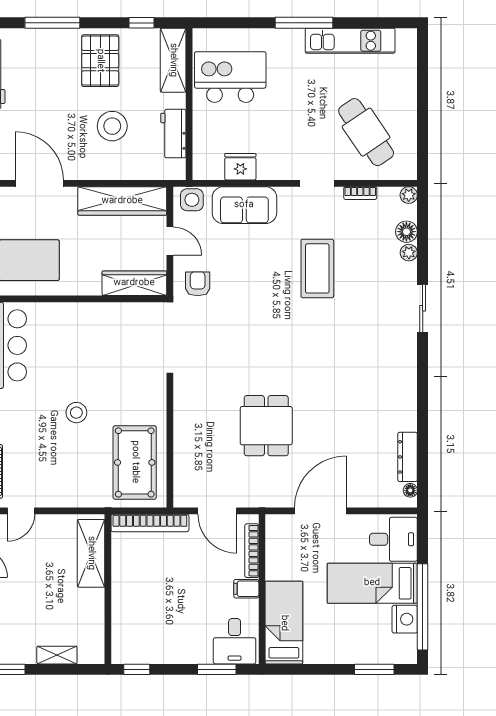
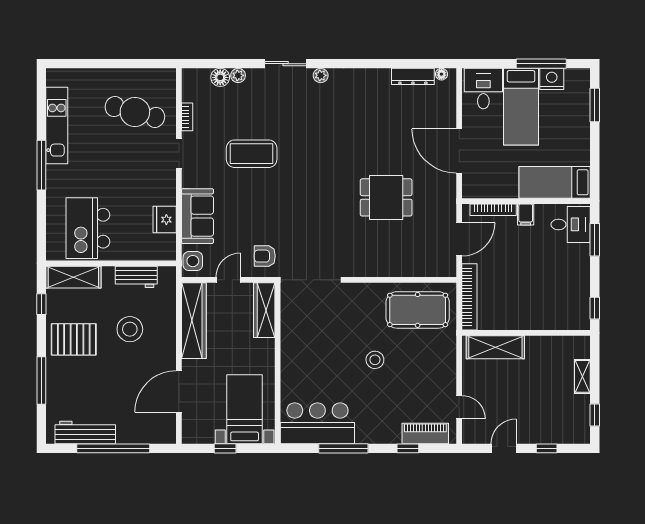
cafe table: (366, 132) -> (135, 112), turned 49
plant: (409, 195) -> (321, 75), moved
window: (423, 607) -> (541, 64), width x0.68

